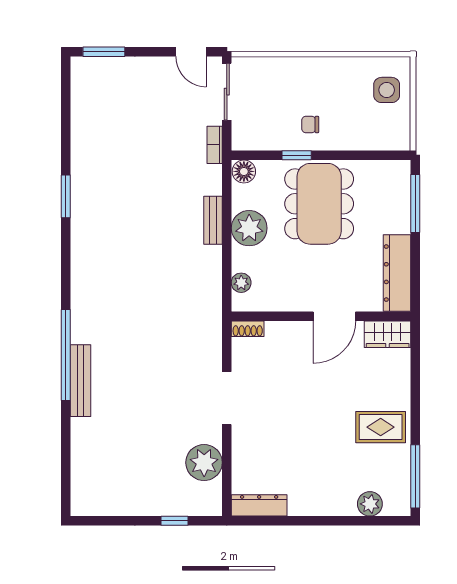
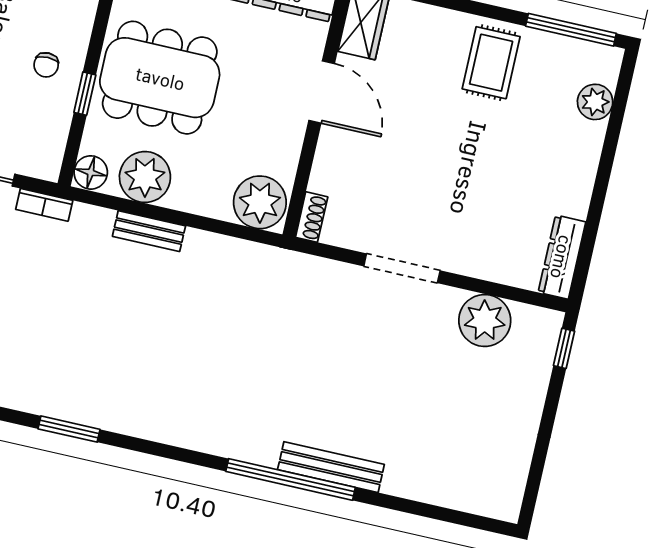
plant: (249, 228) -> (145, 177), moved
plant: (241, 283) -> (260, 202), width x1.87, depth x1.87
window: (175, 521) -> (564, 348), moved

